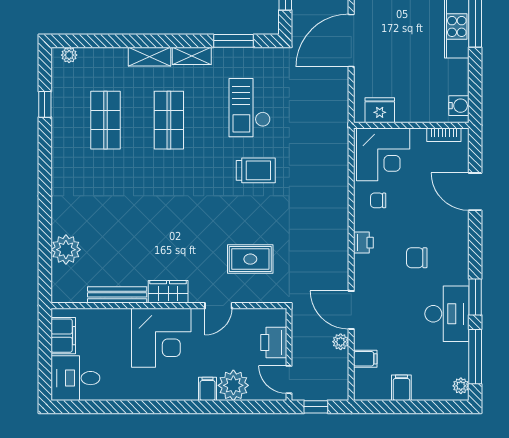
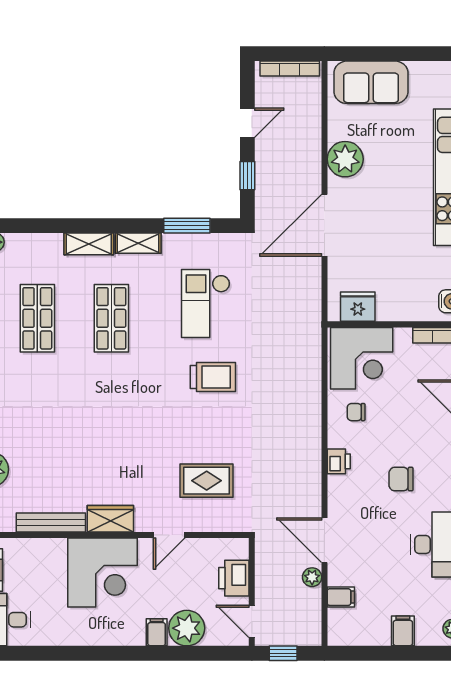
filing cabinet: (401, 388) -> (403, 631), moved

